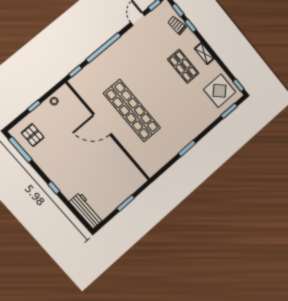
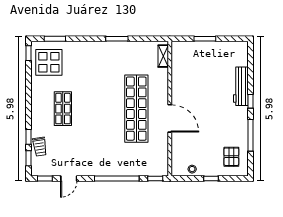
shelving: (204, 54) -> (163, 56), moved
window: (20, 150) -> (251, 135), moved
workbench: (86, 211) -> (241, 86), moved

